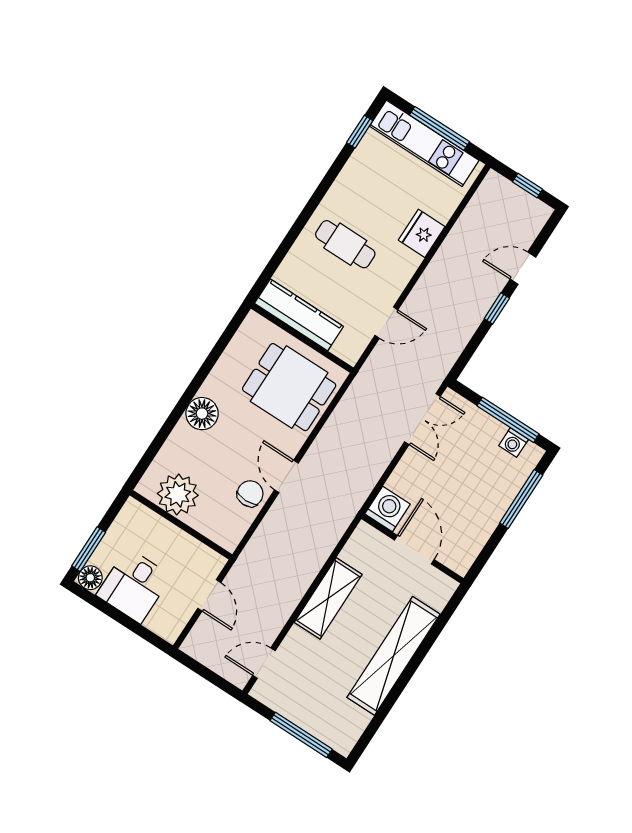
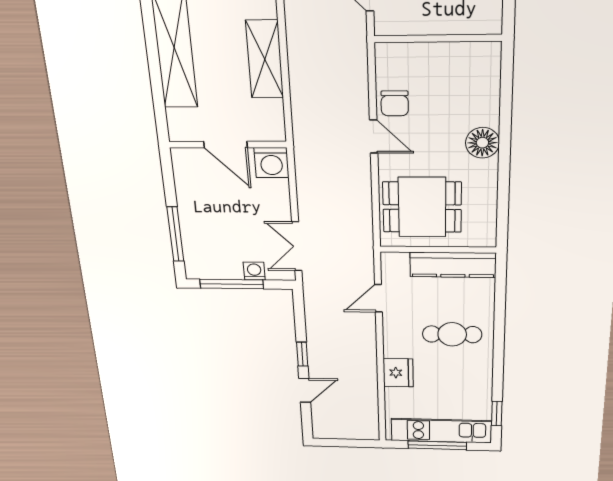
window: (528, 186) -> (344, 443), removed
washing machine: (514, 443) -> (254, 271), moved
plant: (178, 494) -> (458, 63), removed

